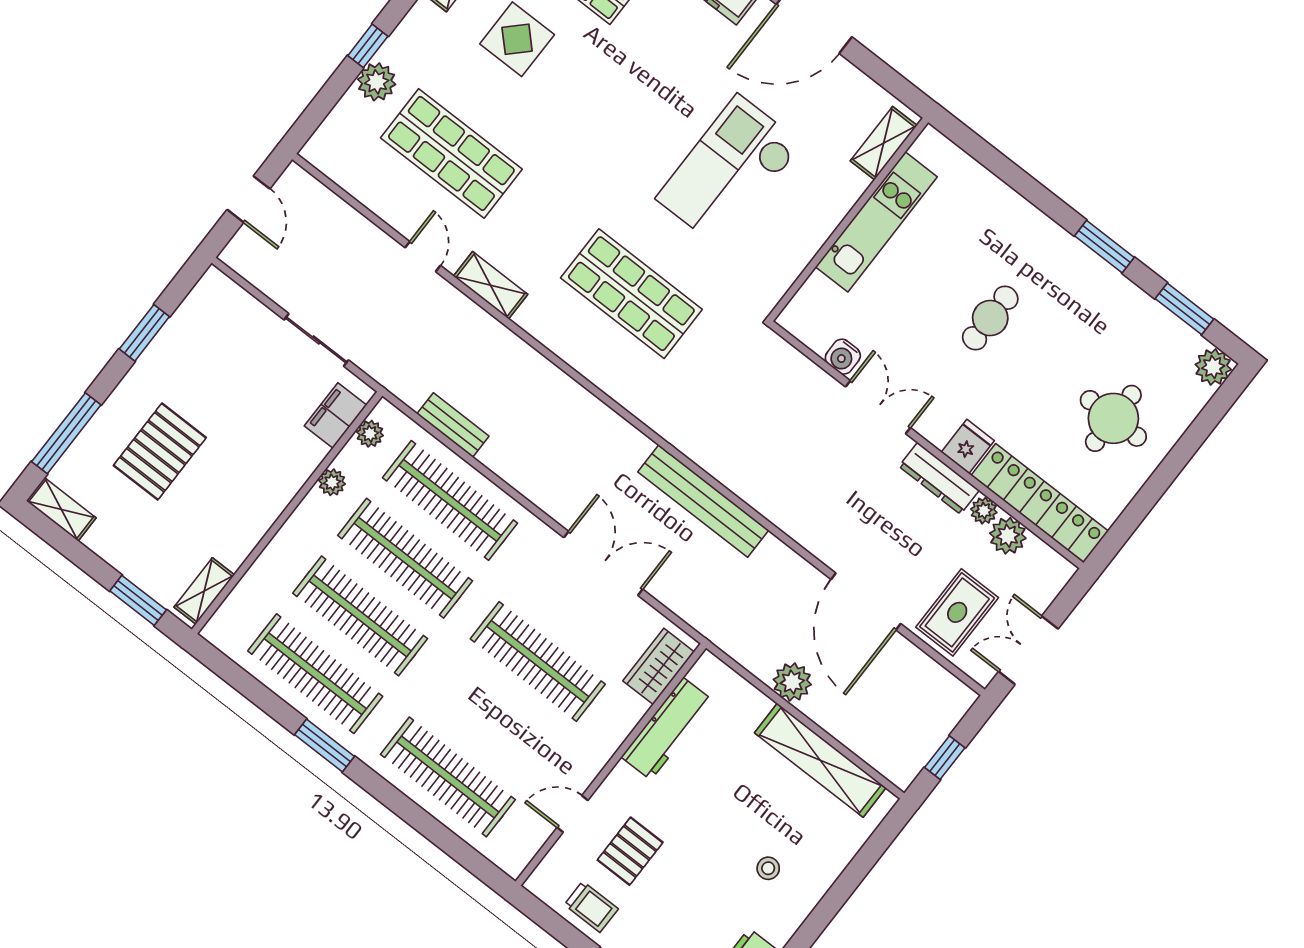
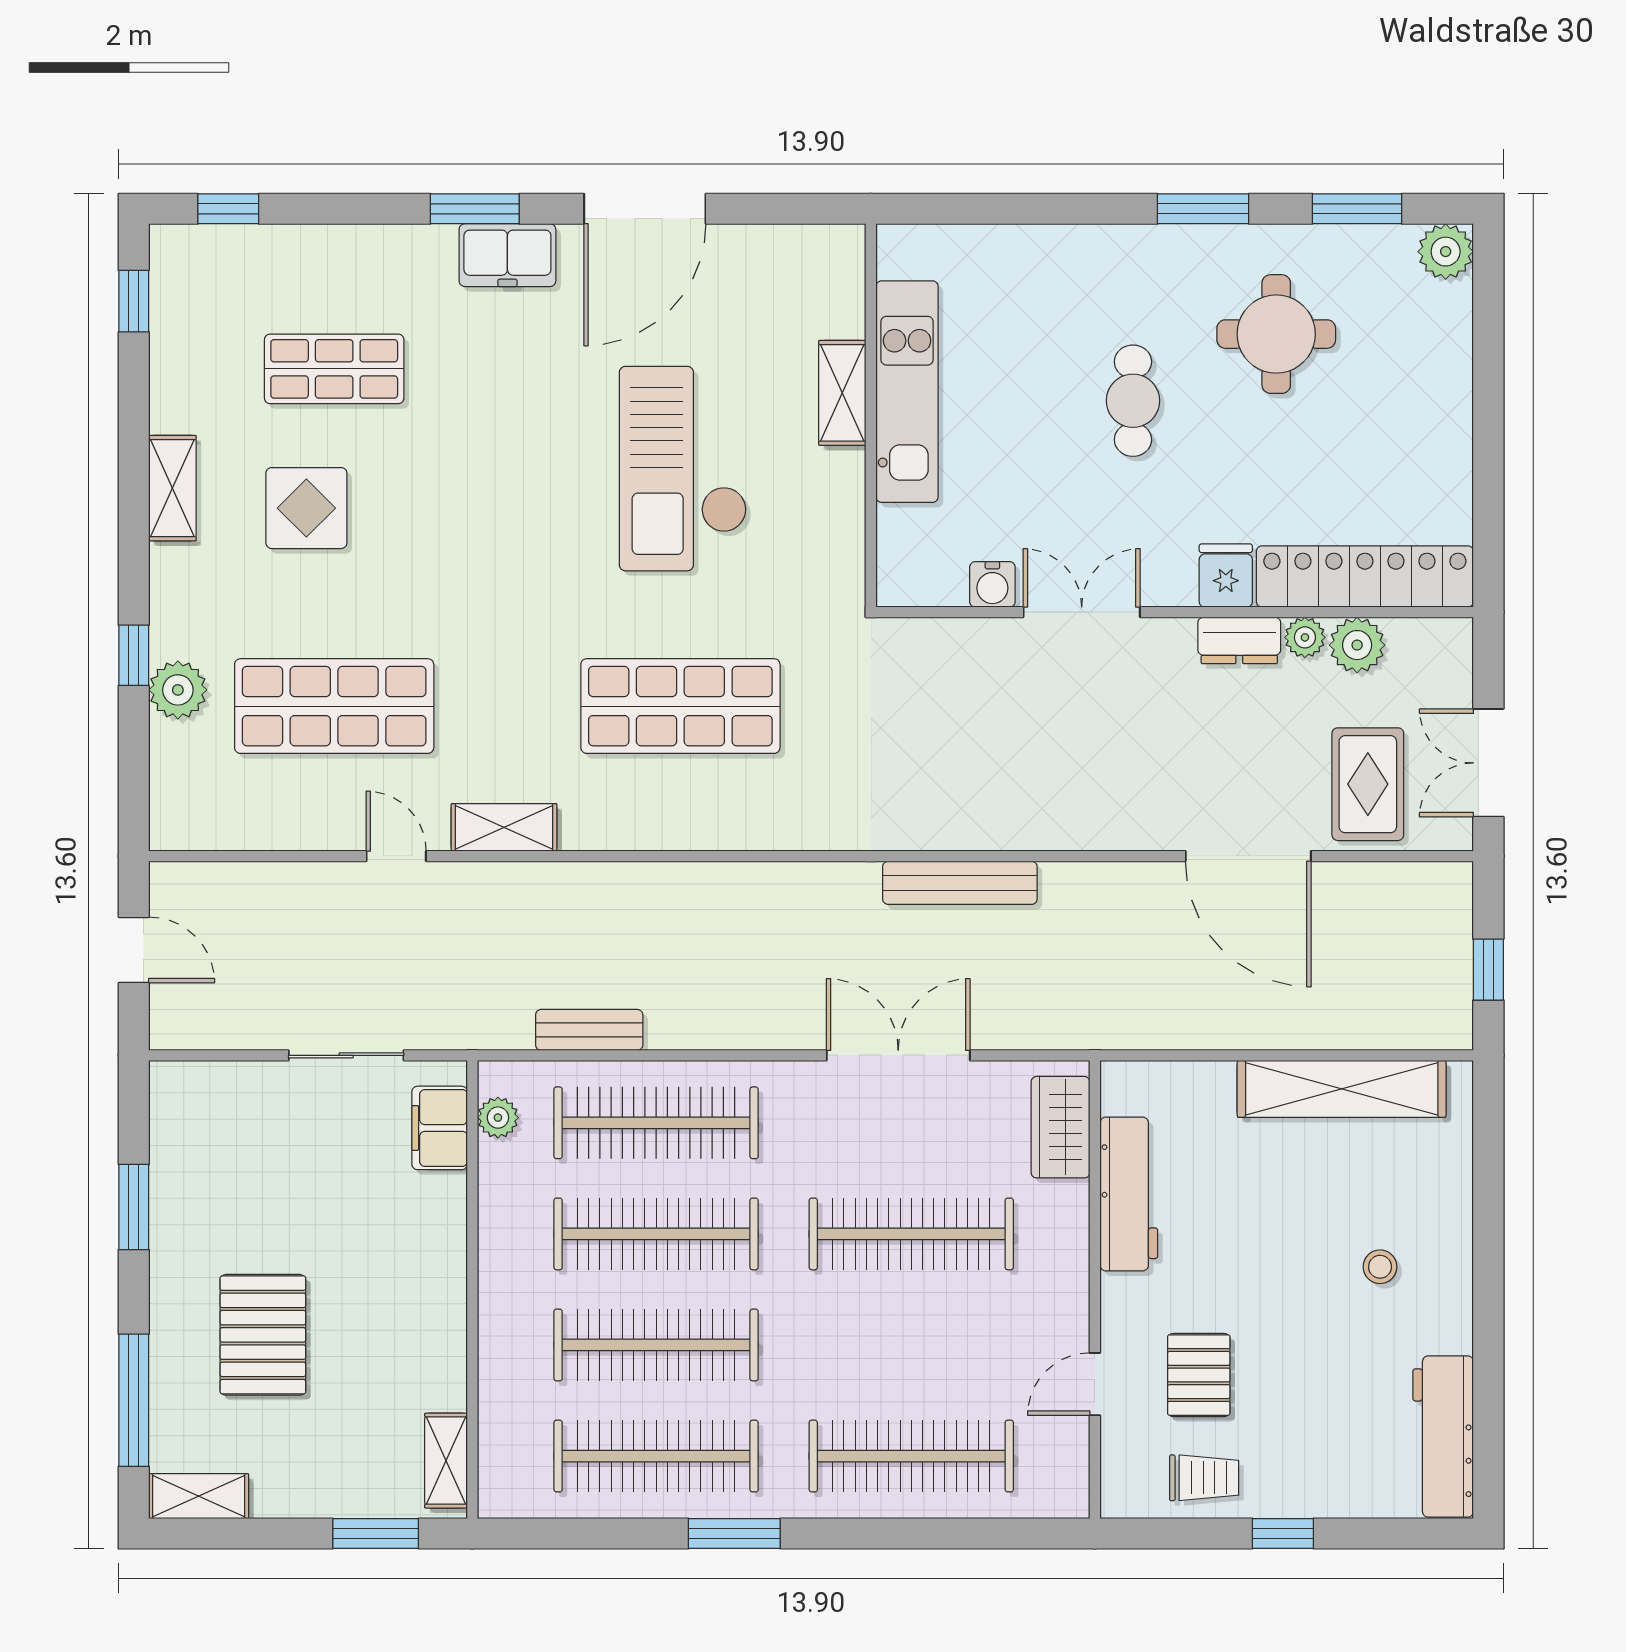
shelving: (884, 143) -> (842, 393), moved
round table: (1113, 418) -> (1276, 334), moved
dresser: (939, 478) -> (1239, 640), width x0.70
plant: (332, 482) -> (498, 1211), removed
bench: (703, 501) -> (960, 883), width x0.73, depth x0.82
plant: (792, 682) -> (1235, 1021), removed

